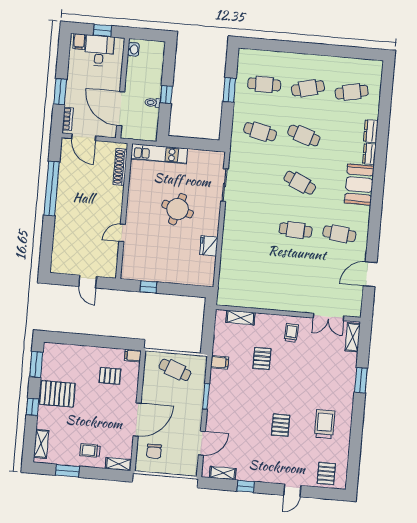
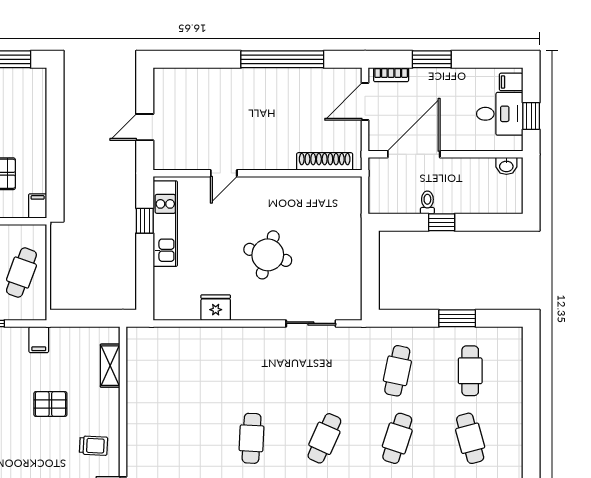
kitchen unit: (159, 154) -> (165, 224), moved, turned 180
door: (122, 233) -> (224, 173), swing flipped

